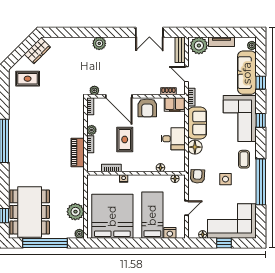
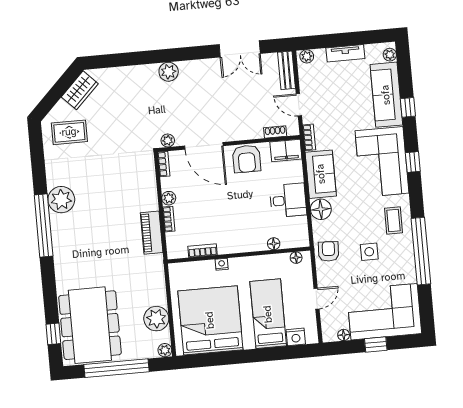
plant: (199, 46) -> (307, 56), width x0.53, depth x0.53
plant: (18, 124) -> (61, 200), added
rug: (125, 140) -> (218, 208), removed

